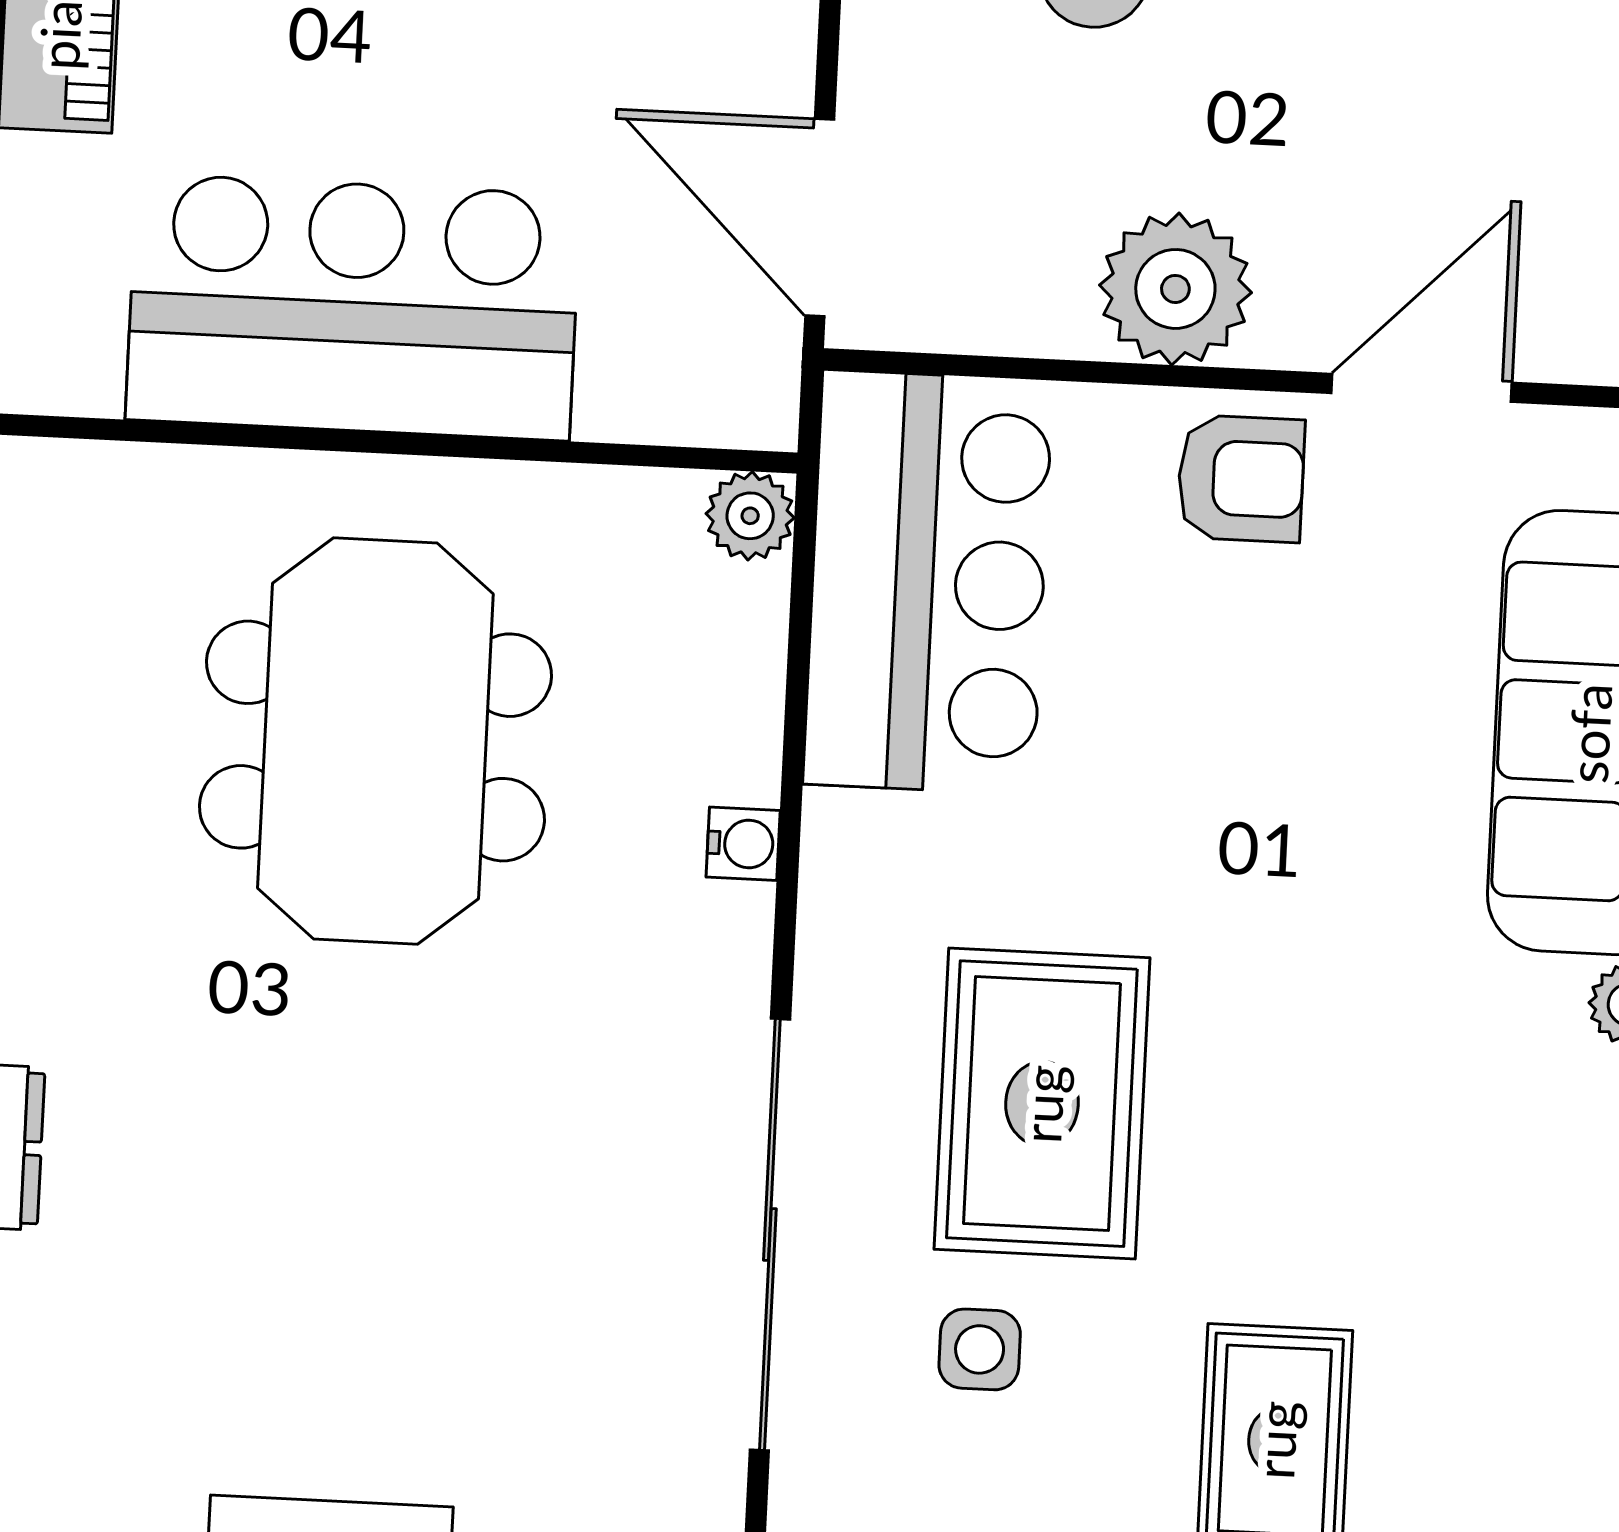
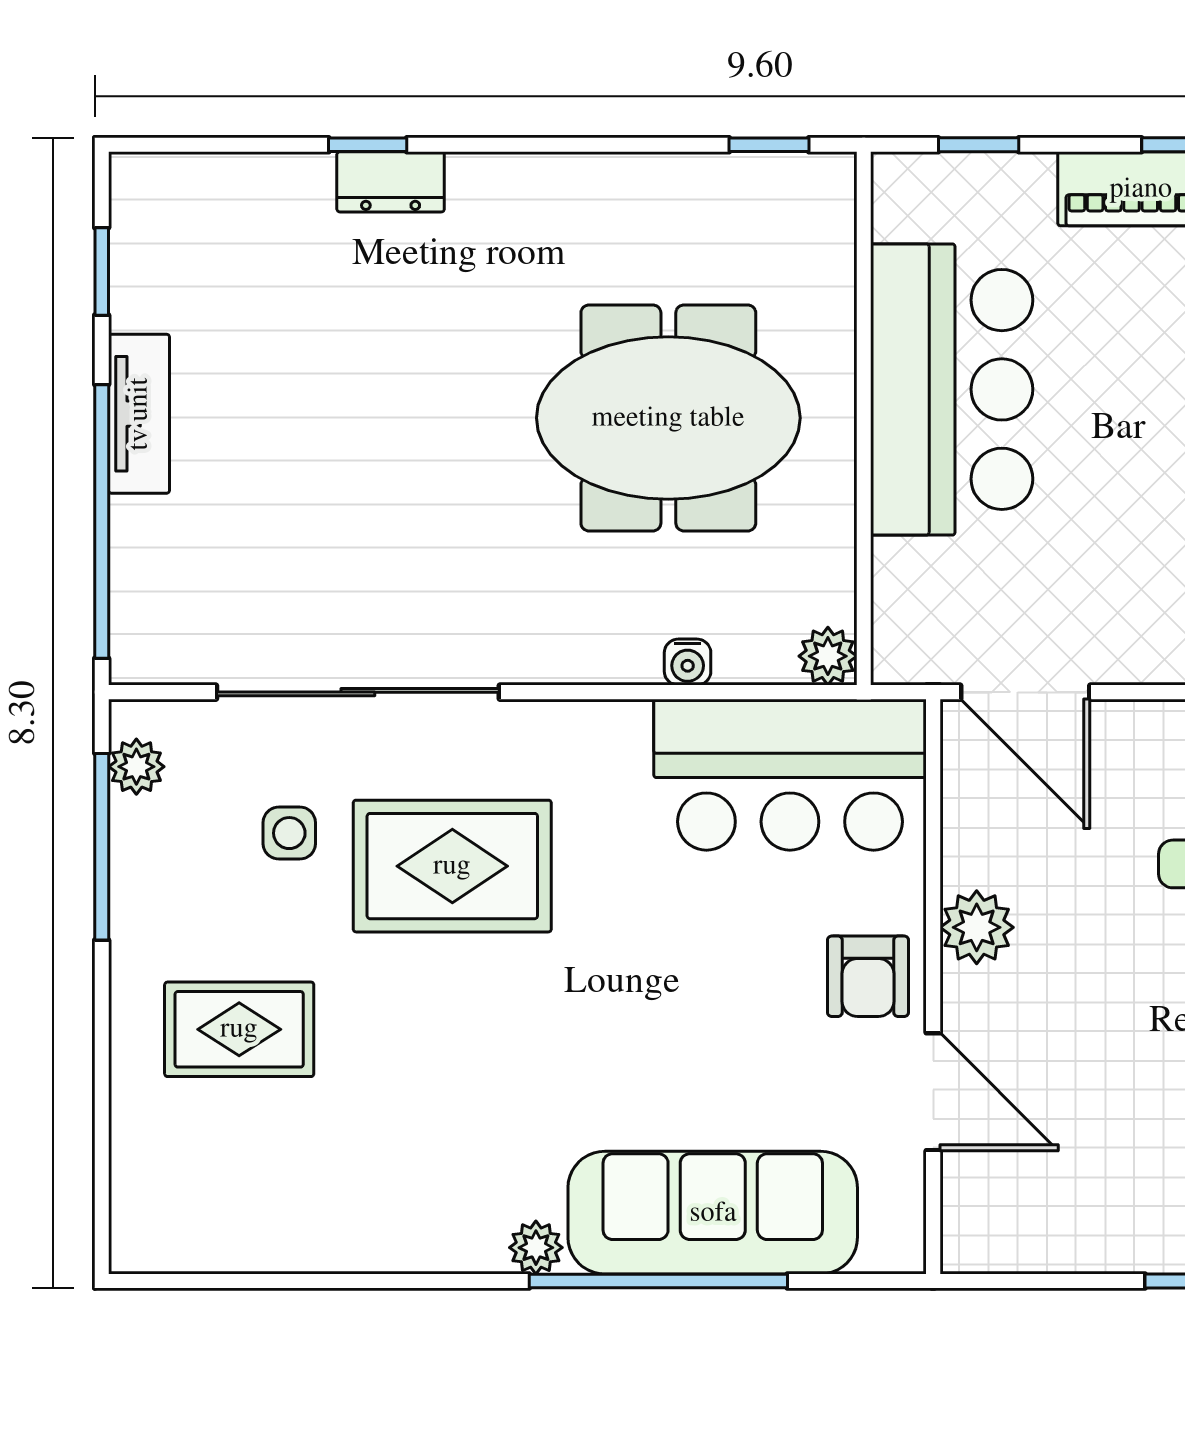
door: (820, 218) -> (1025, 692), swing flipped
plant: (1175, 289) -> (977, 927), width x0.73, depth x0.73
water cooler: (743, 844) -> (688, 662), moved

